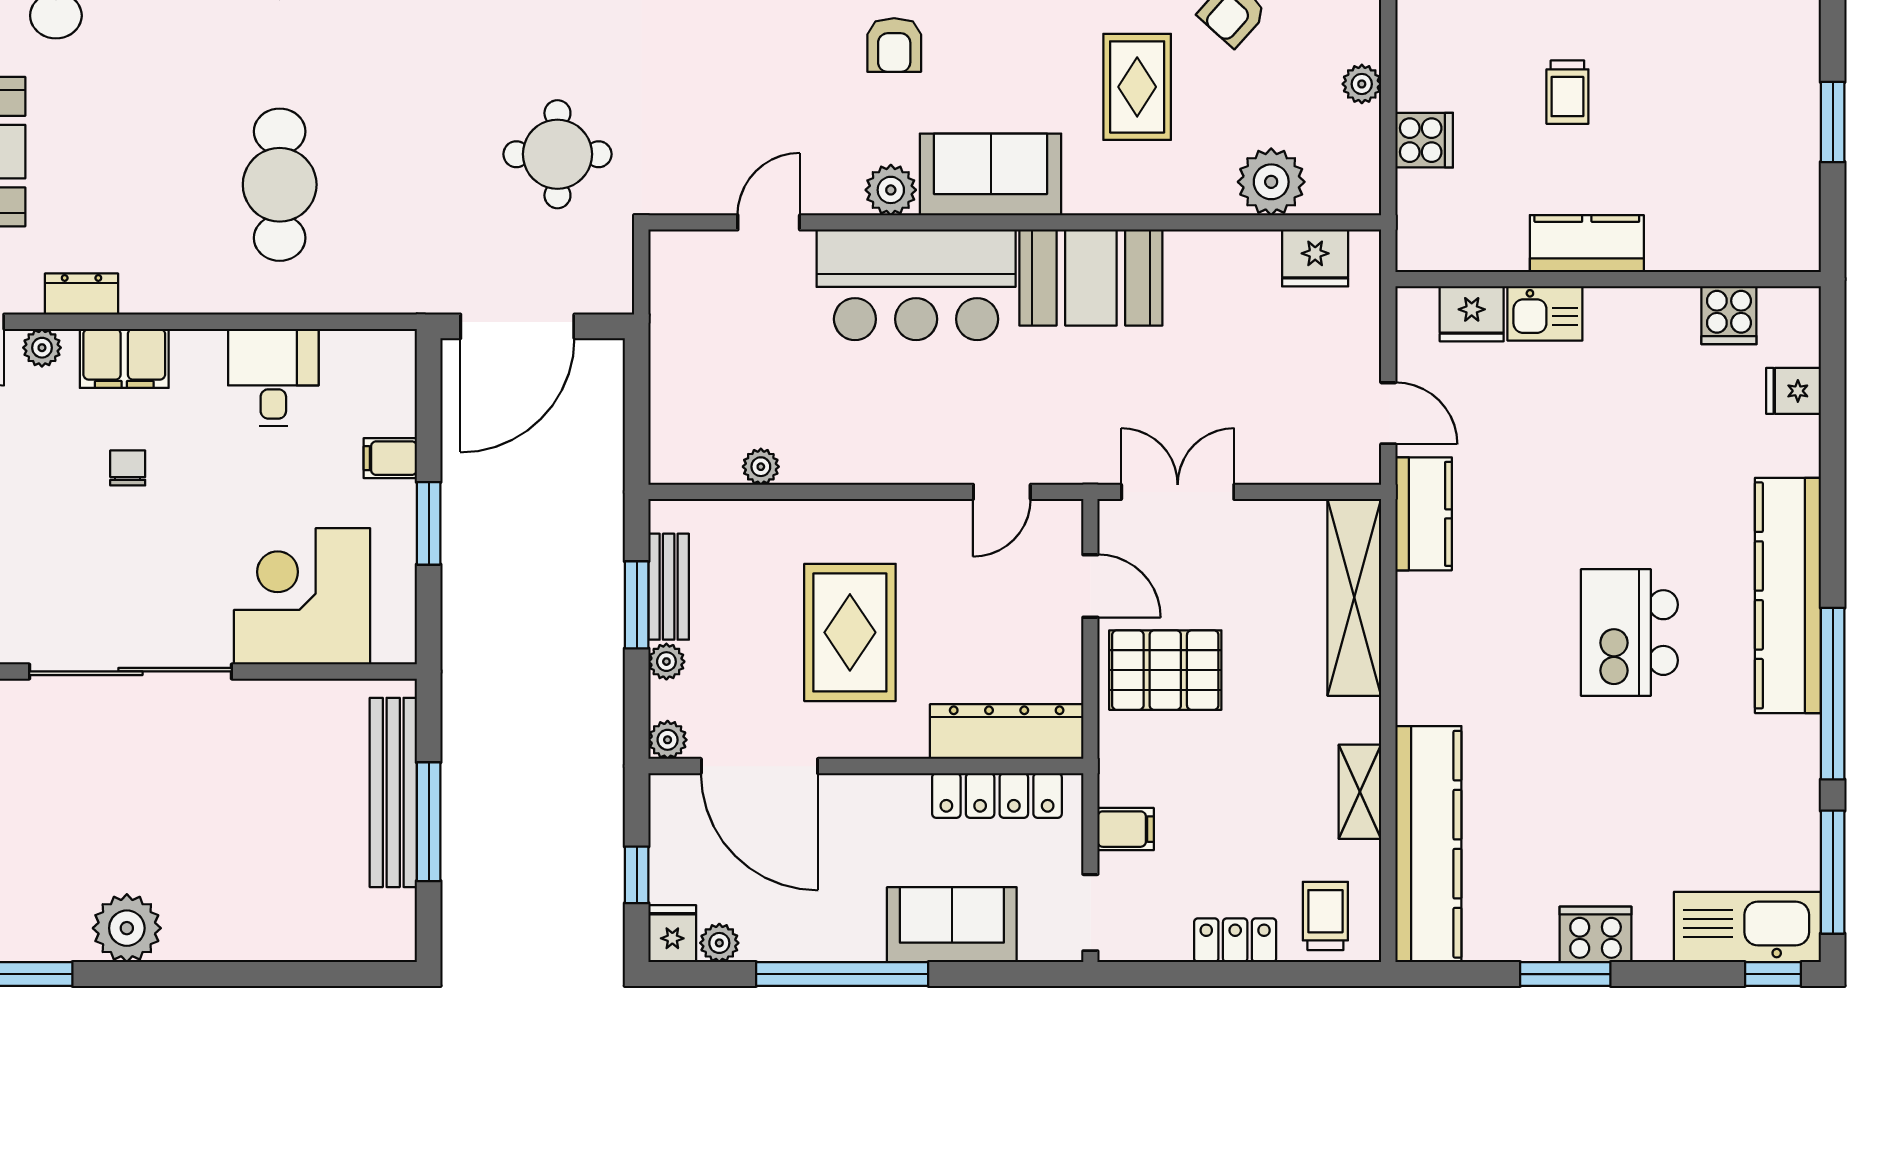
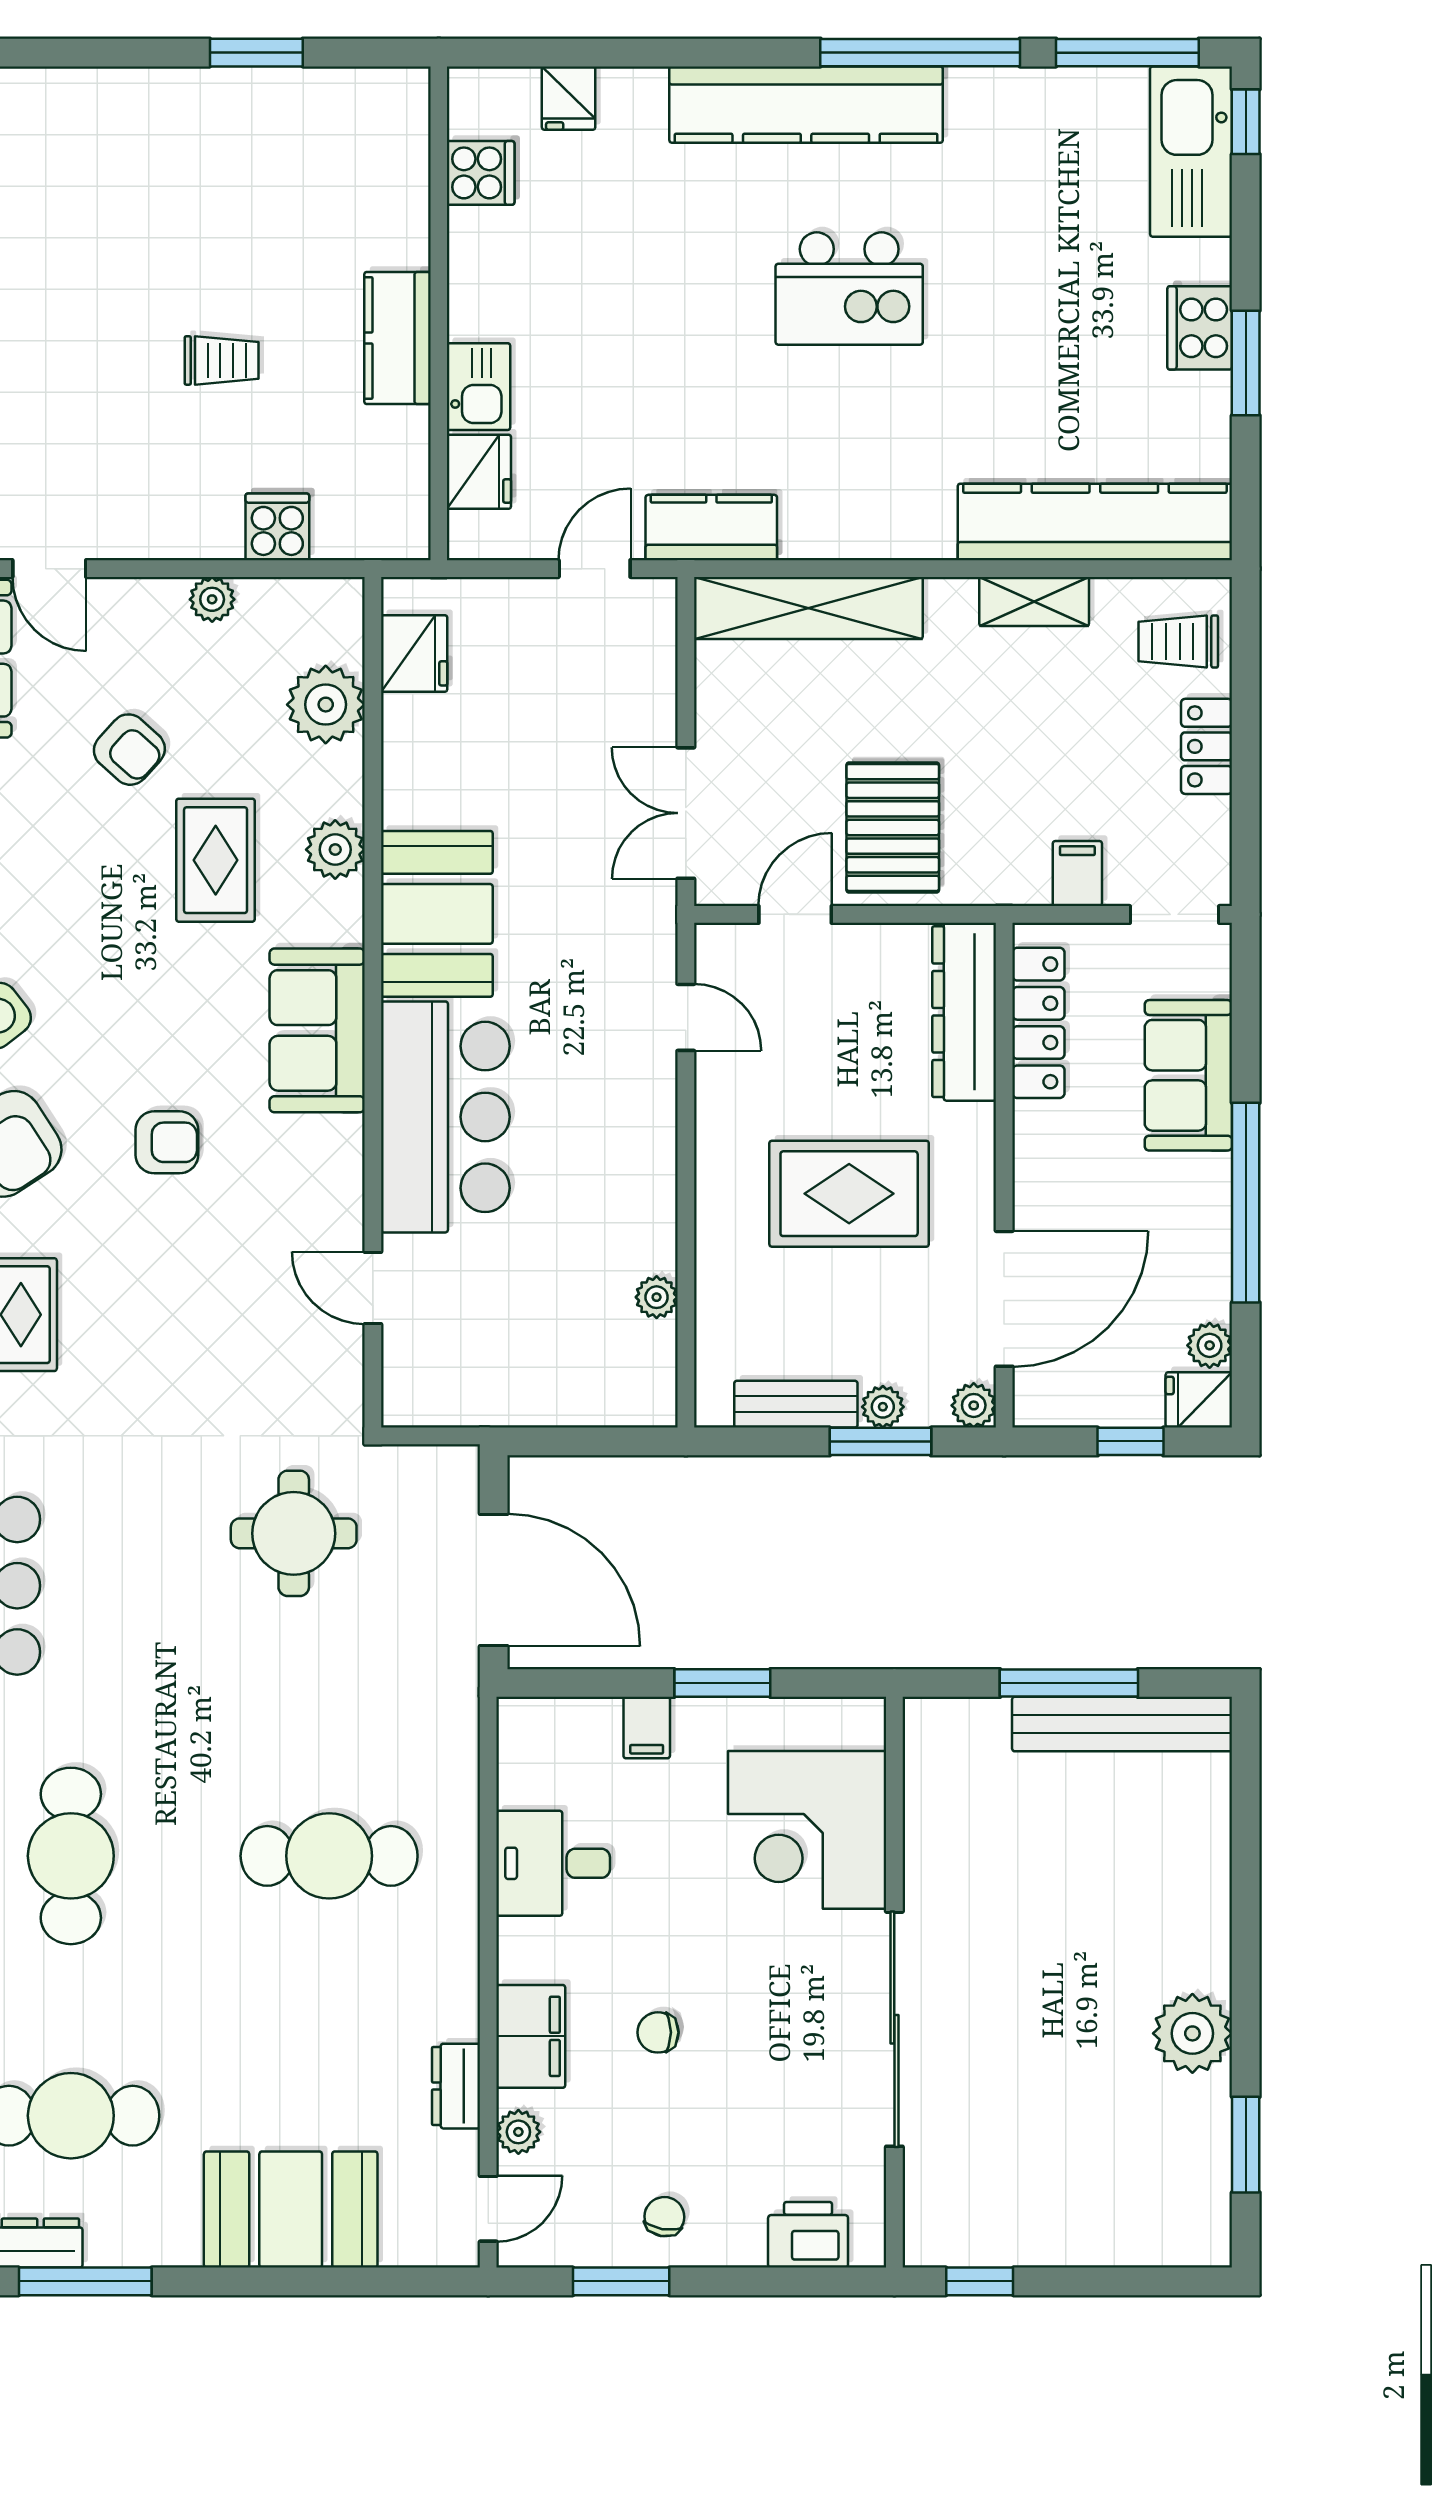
rug: (1137, 87) -> (216, 860), turned 90
plant: (891, 190) -> (335, 850), moved
window: (637, 605) -> (880, 1441), moved
bench: (393, 792) -> (1122, 1724), moved

